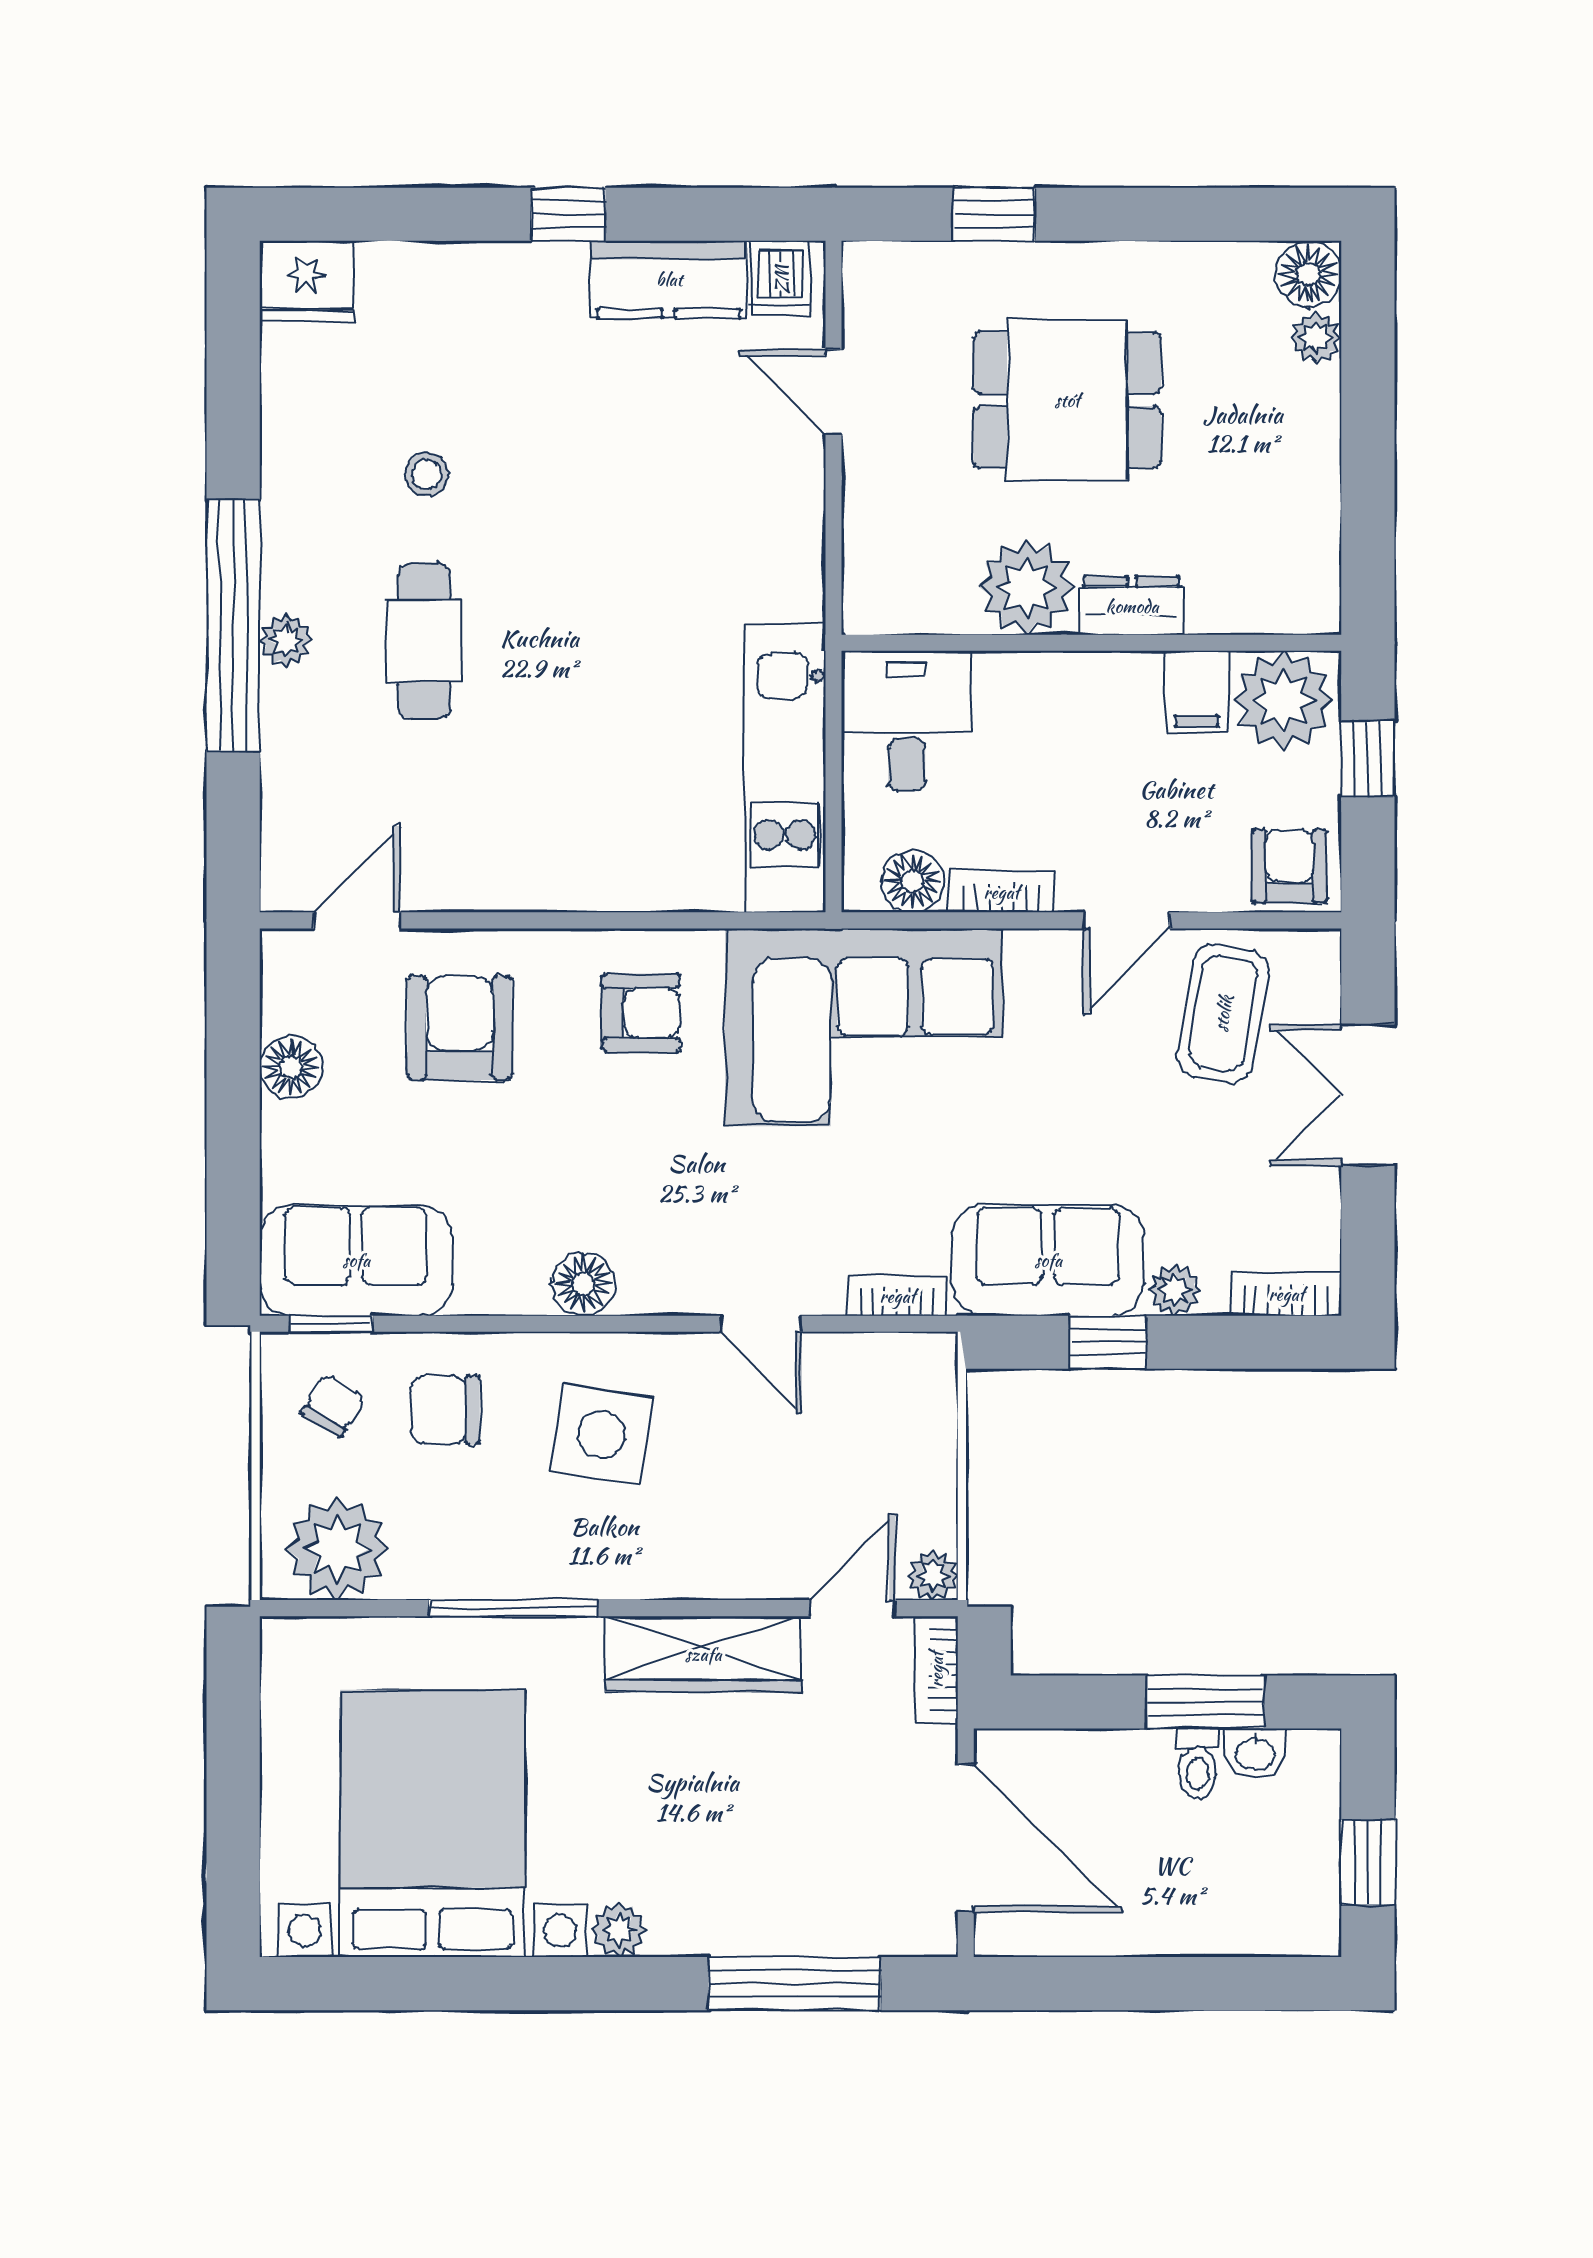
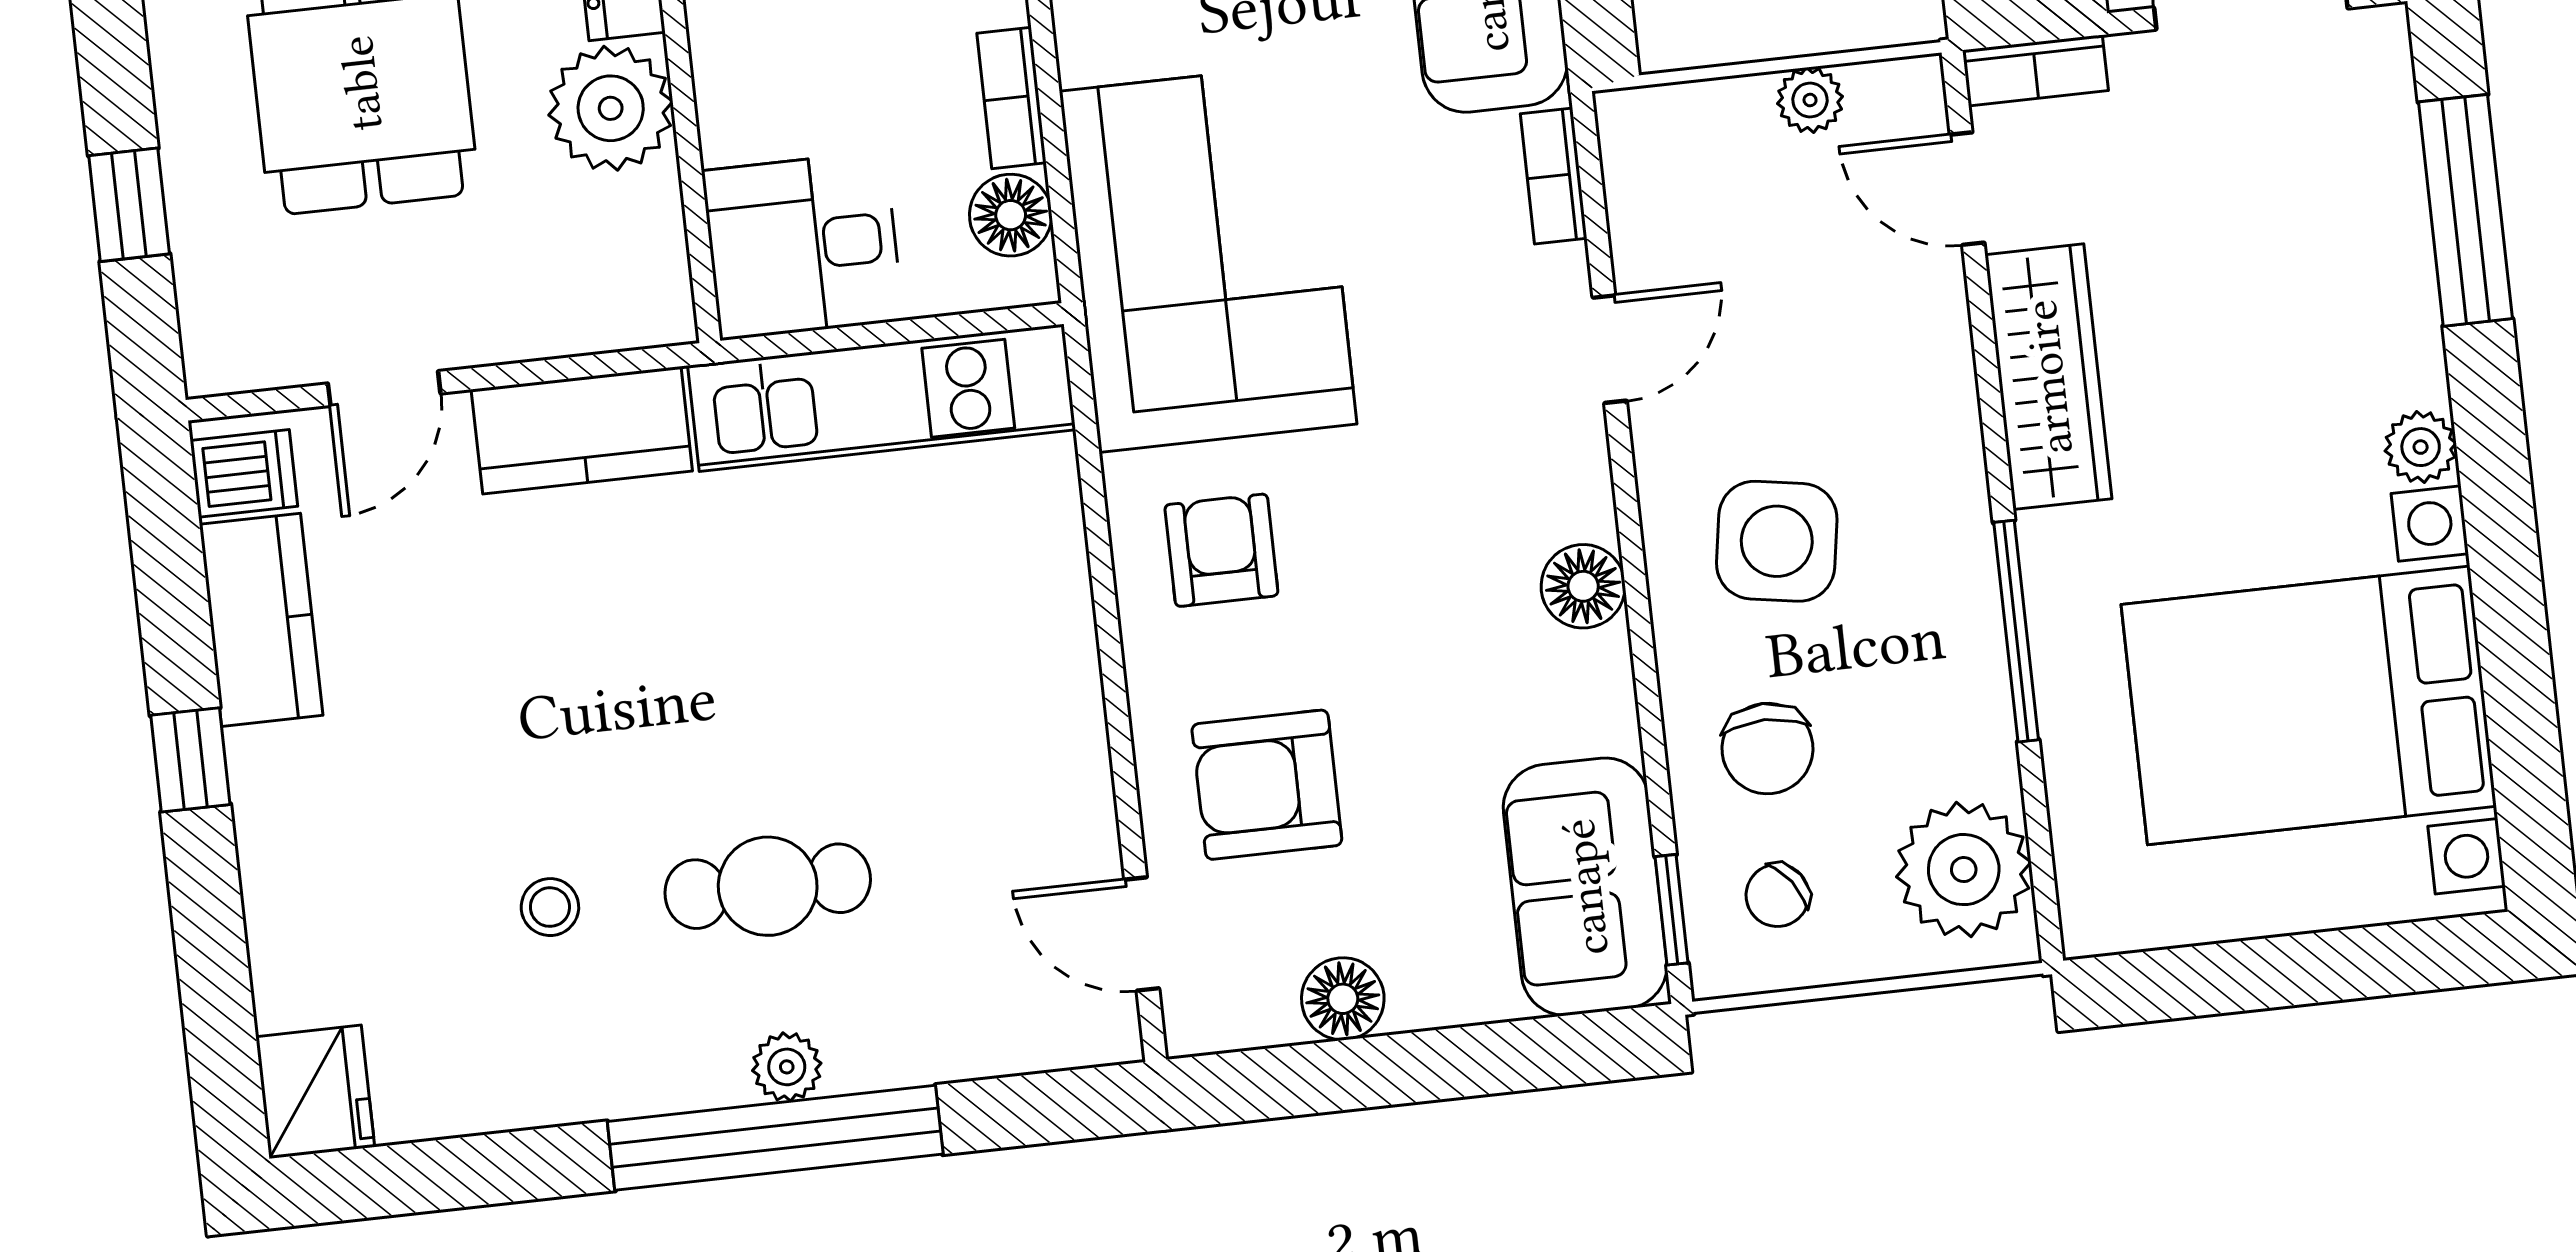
kitchen counter: (785, 538) -> (582, 430), added
chair: (333, 1405) -> (1777, 895), turned -67
plant: (933, 1575) -> (1810, 100), moved

